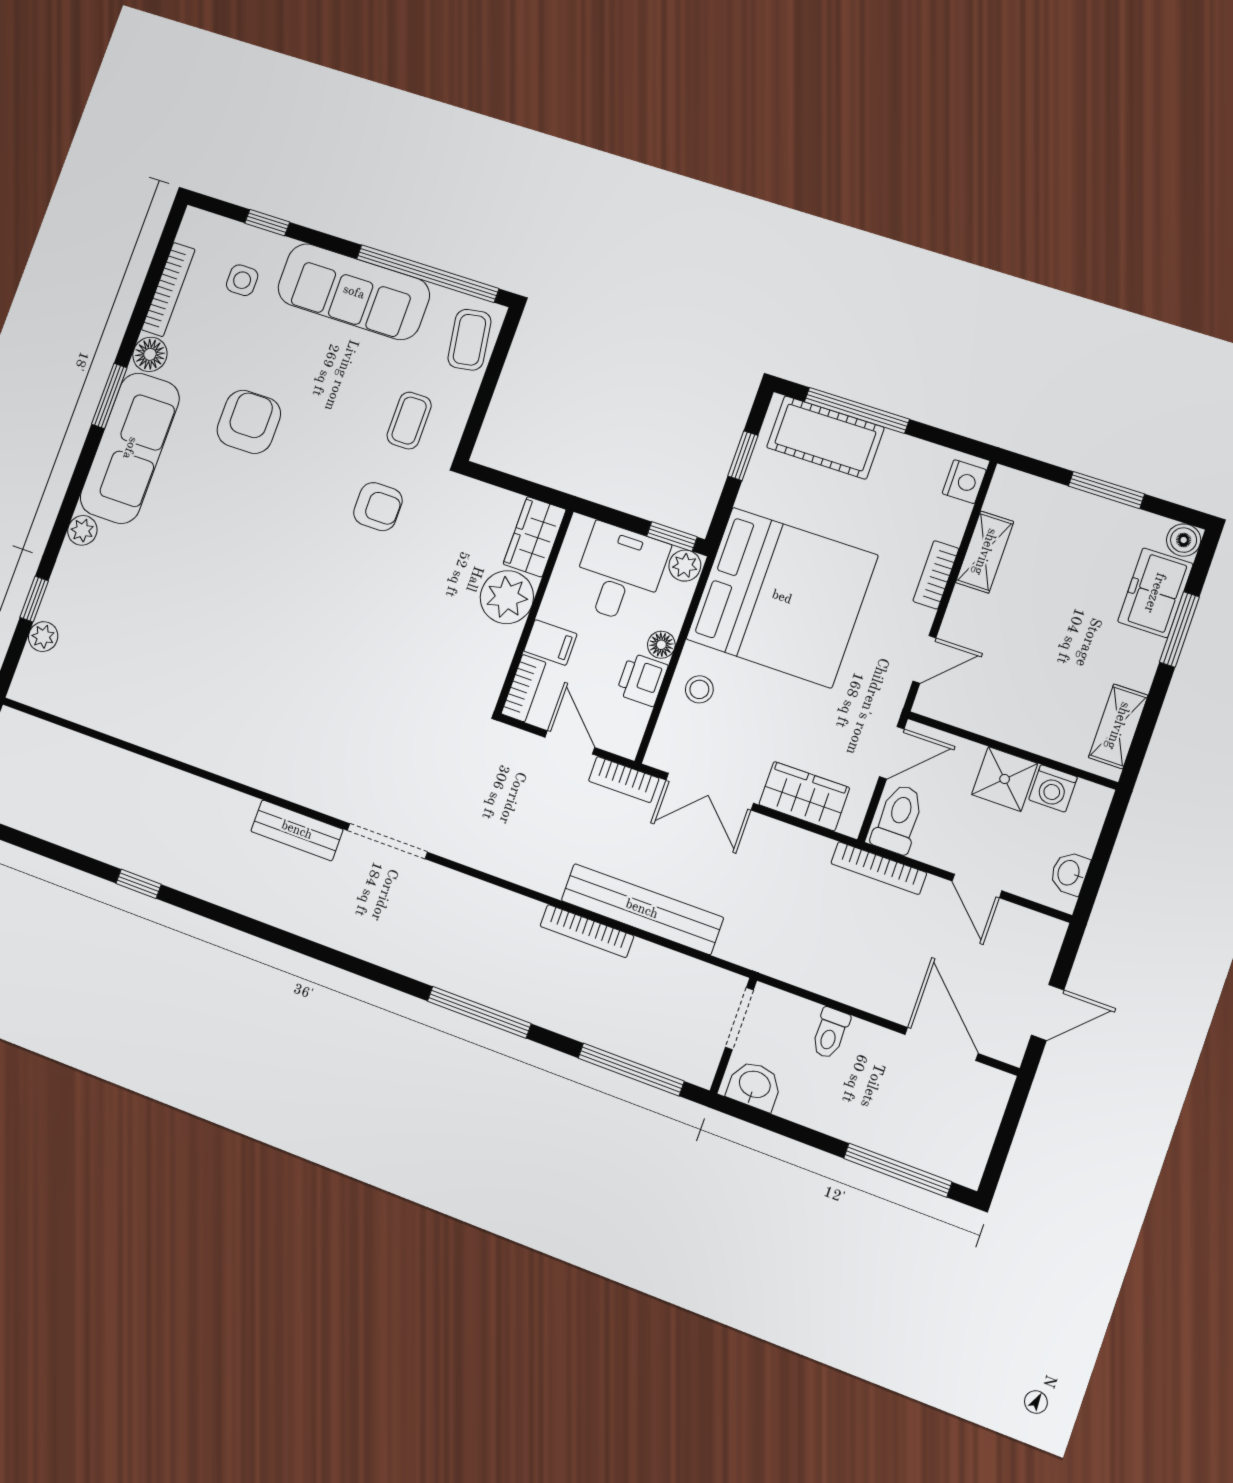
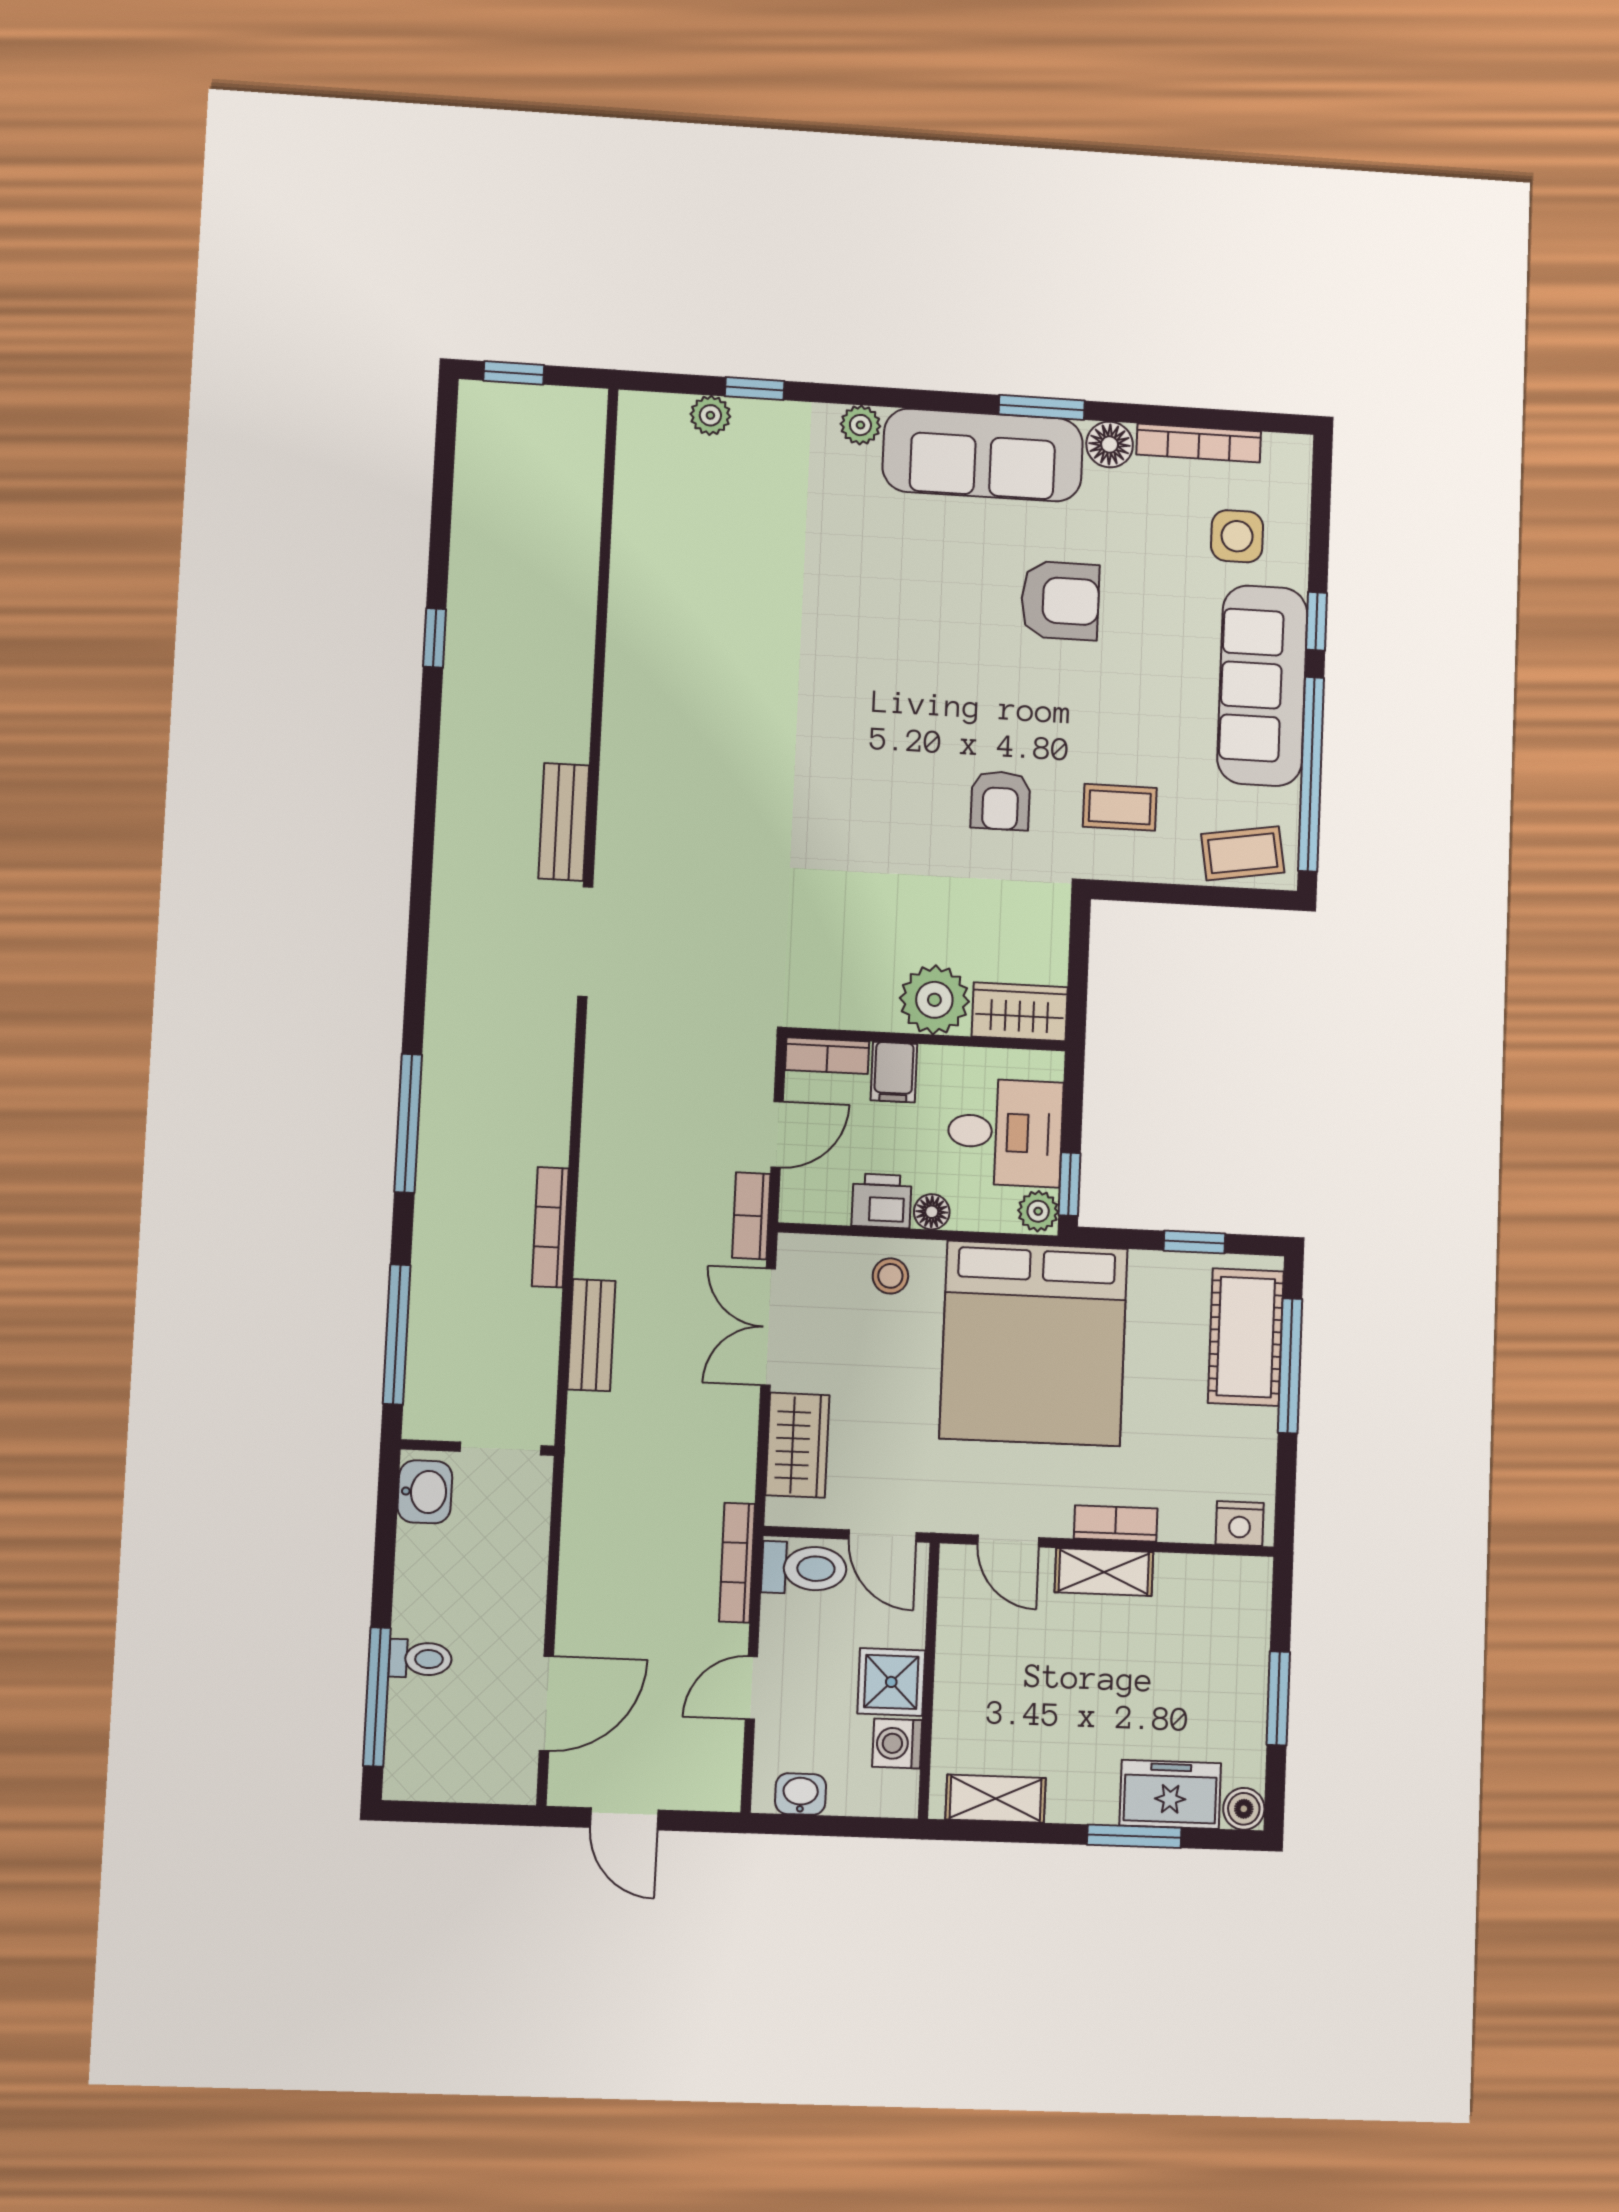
window: (267, 223) -> (1316, 621), moved
side table: (242, 280) -> (1237, 536), width x1.37, depth x1.37
shelving: (985, 552) -> (1104, 1572), moved
bench: (642, 909) -> (591, 1335), width x0.54, depth x0.82
toilet: (830, 1033) -> (420, 1659), moved, turned 180

